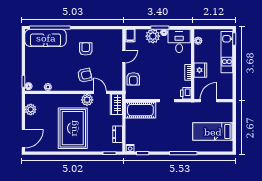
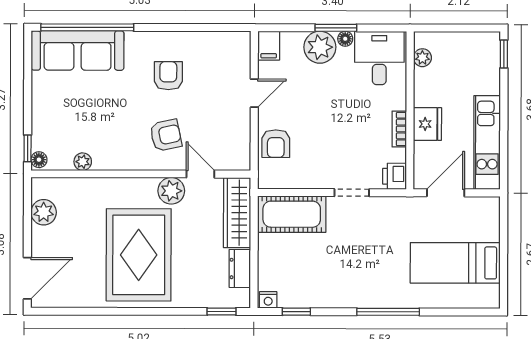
kitchen unit: (227, 52) -> (487, 143), moved
wardrobe: (116, 104) -> (237, 213), width x1.50

